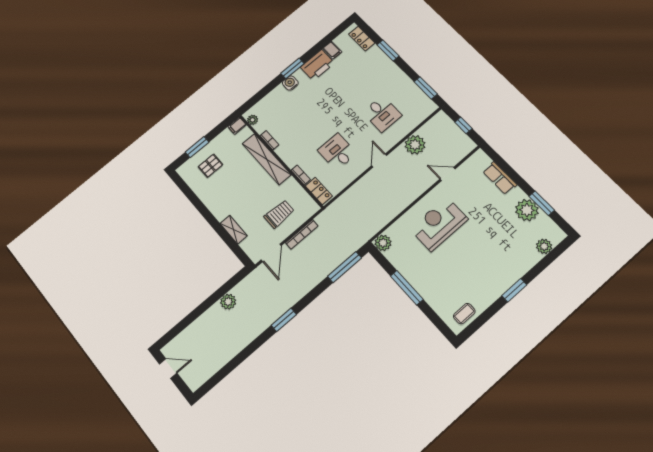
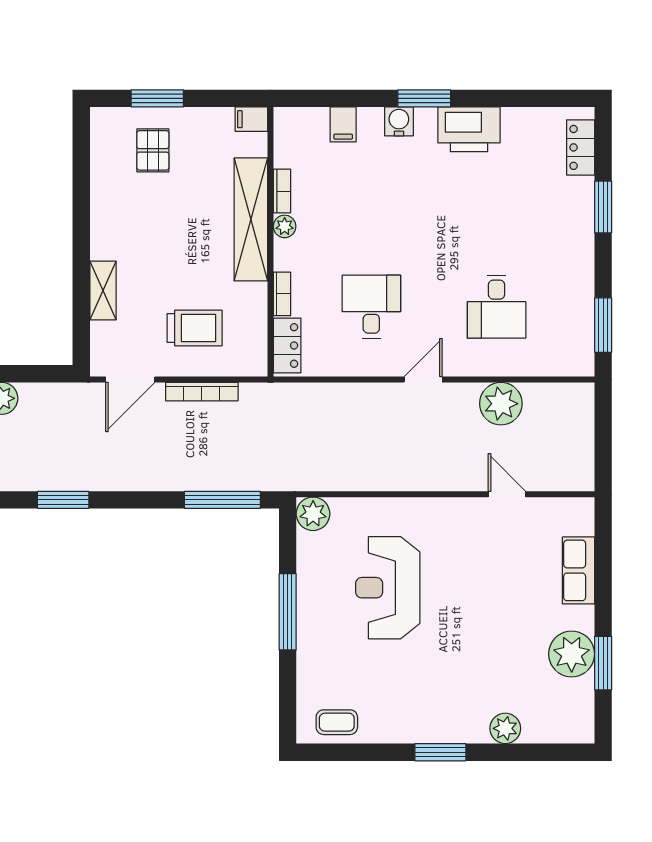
filing cabinet: (332, 50) -> (343, 124), moved
plant: (253, 120) -> (285, 226), moved
window: (463, 125) -> (603, 439), removed
pallet: (210, 166) -> (153, 150), turned 90
reception desk: (439, 224) -> (388, 588), moved, turned -90
plant: (544, 246) -> (505, 728), moved

